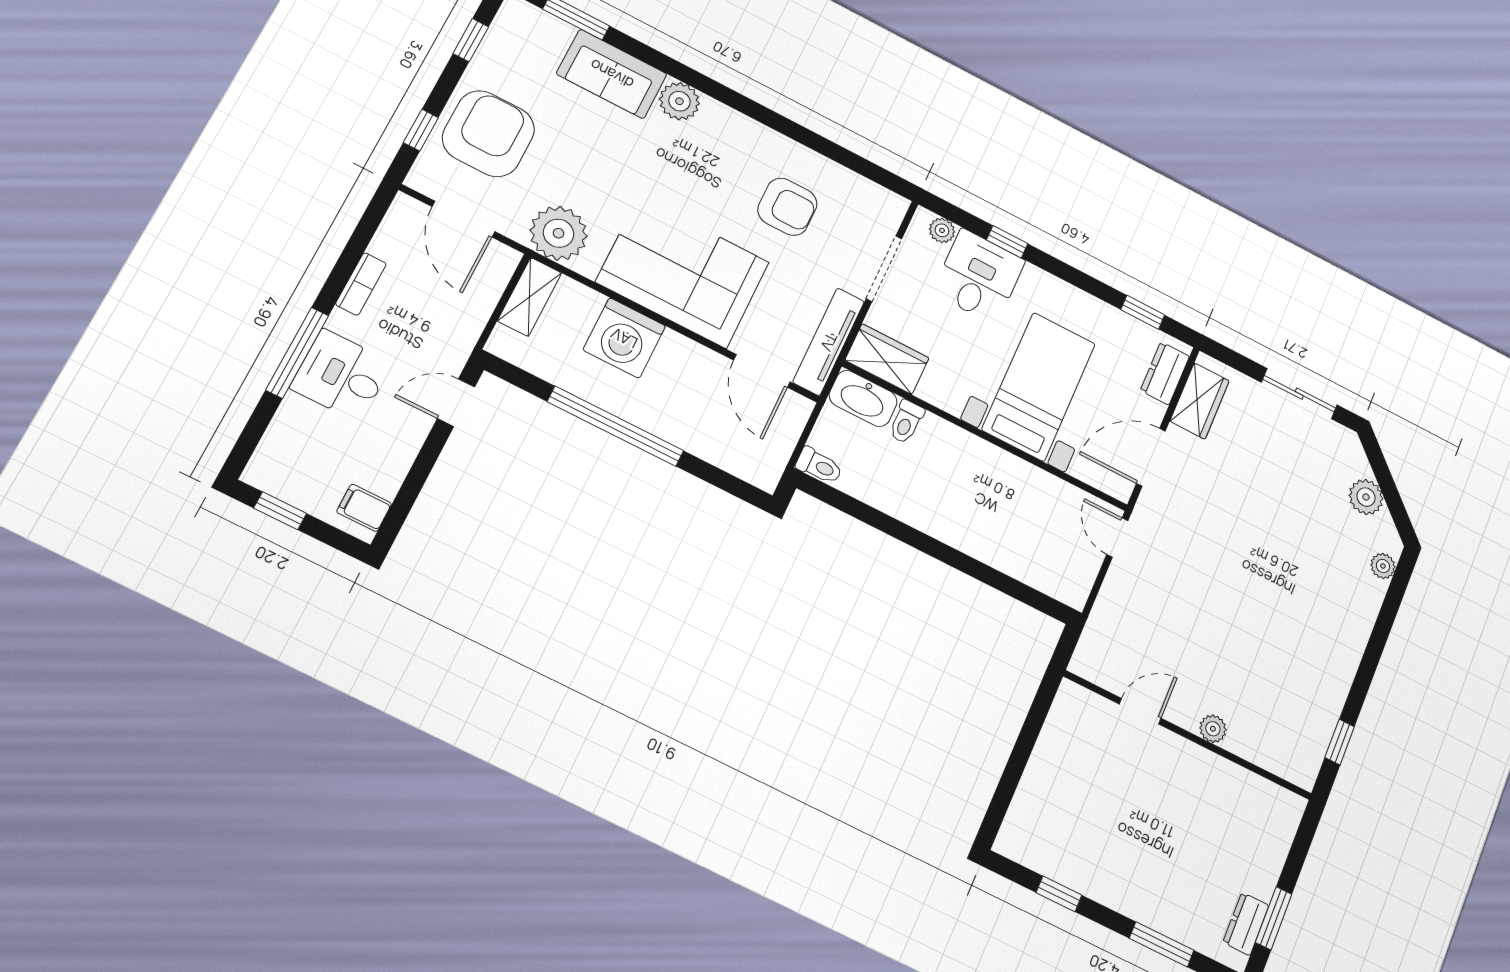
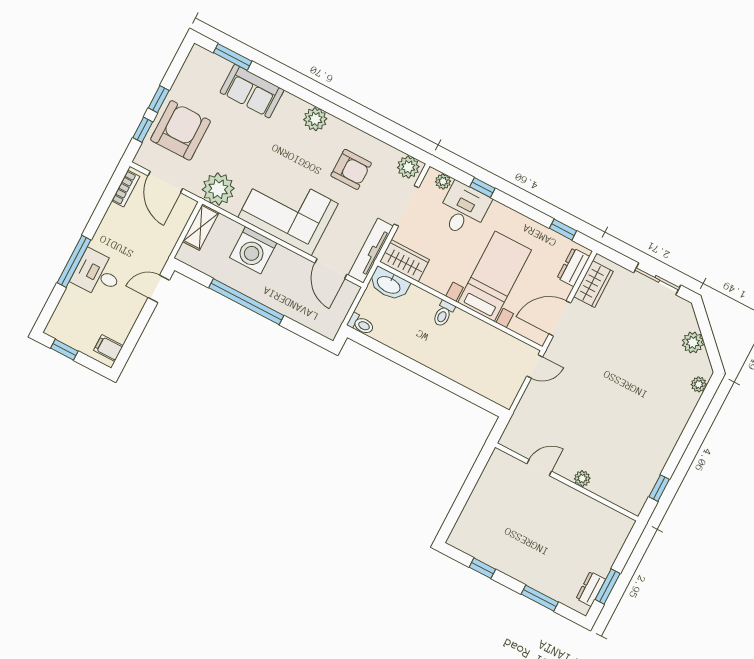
window: (471, 40) -> (159, 99), moved
plant: (679, 101) -> (315, 119), moved
plant: (883, 206) -> (408, 167), added
bookcase: (361, 284) -> (126, 189), moved
toilet: (906, 422) -> (443, 314), moved
door: (1117, 538) -> (535, 366), swing flipped

